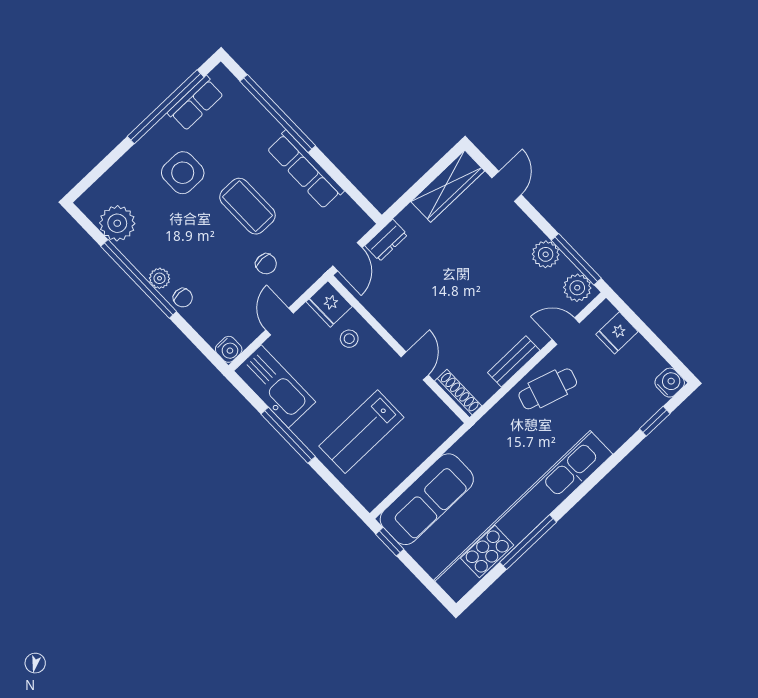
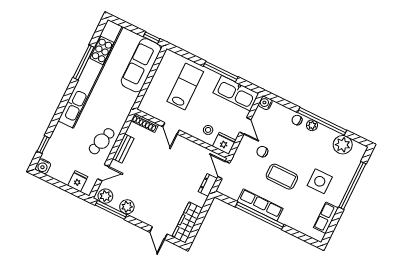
window: (166, 107) -> (352, 185), moved
window: (278, 113) -> (260, 216), moved

